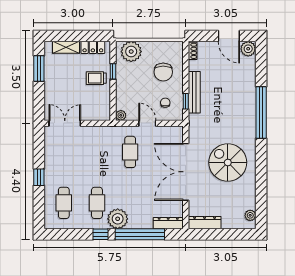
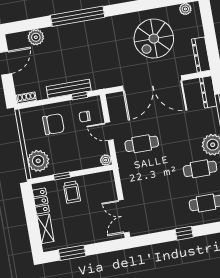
plant: (248, 49) -> (36, 37), moved
door: (147, 123) -> (109, 131), hinge flipped
spiral stairs: (228, 162) -> (154, 39), moved

